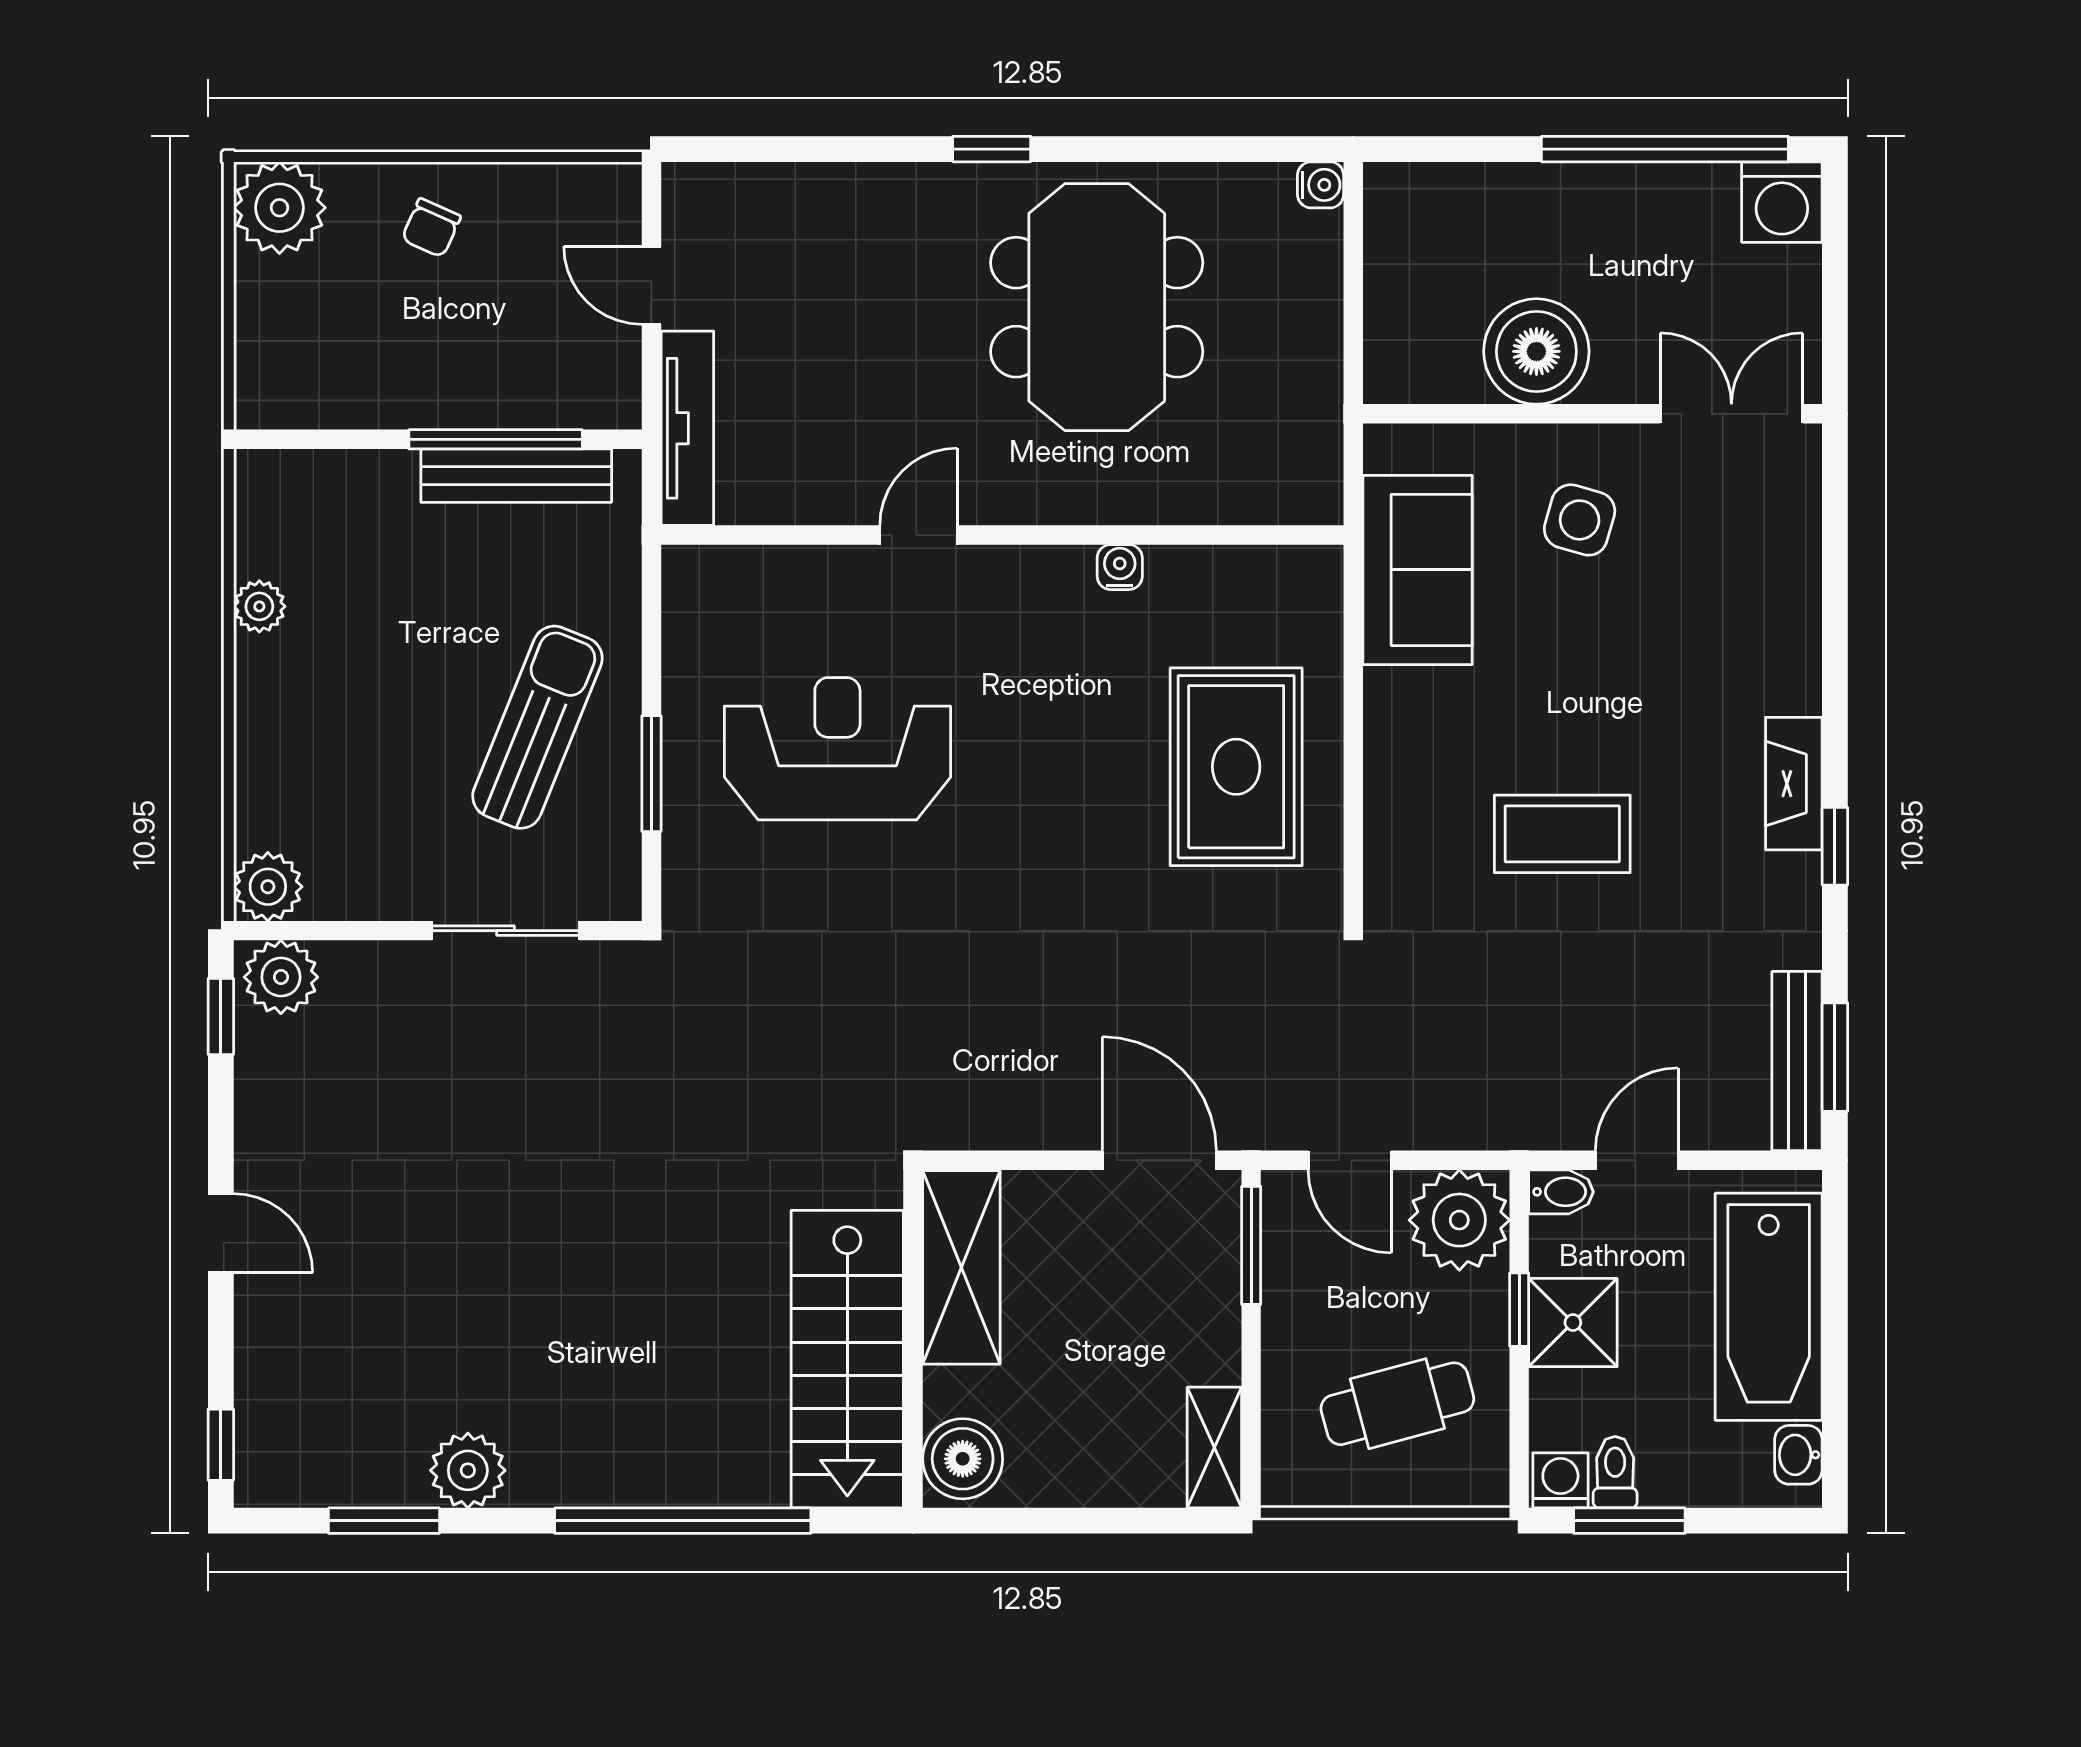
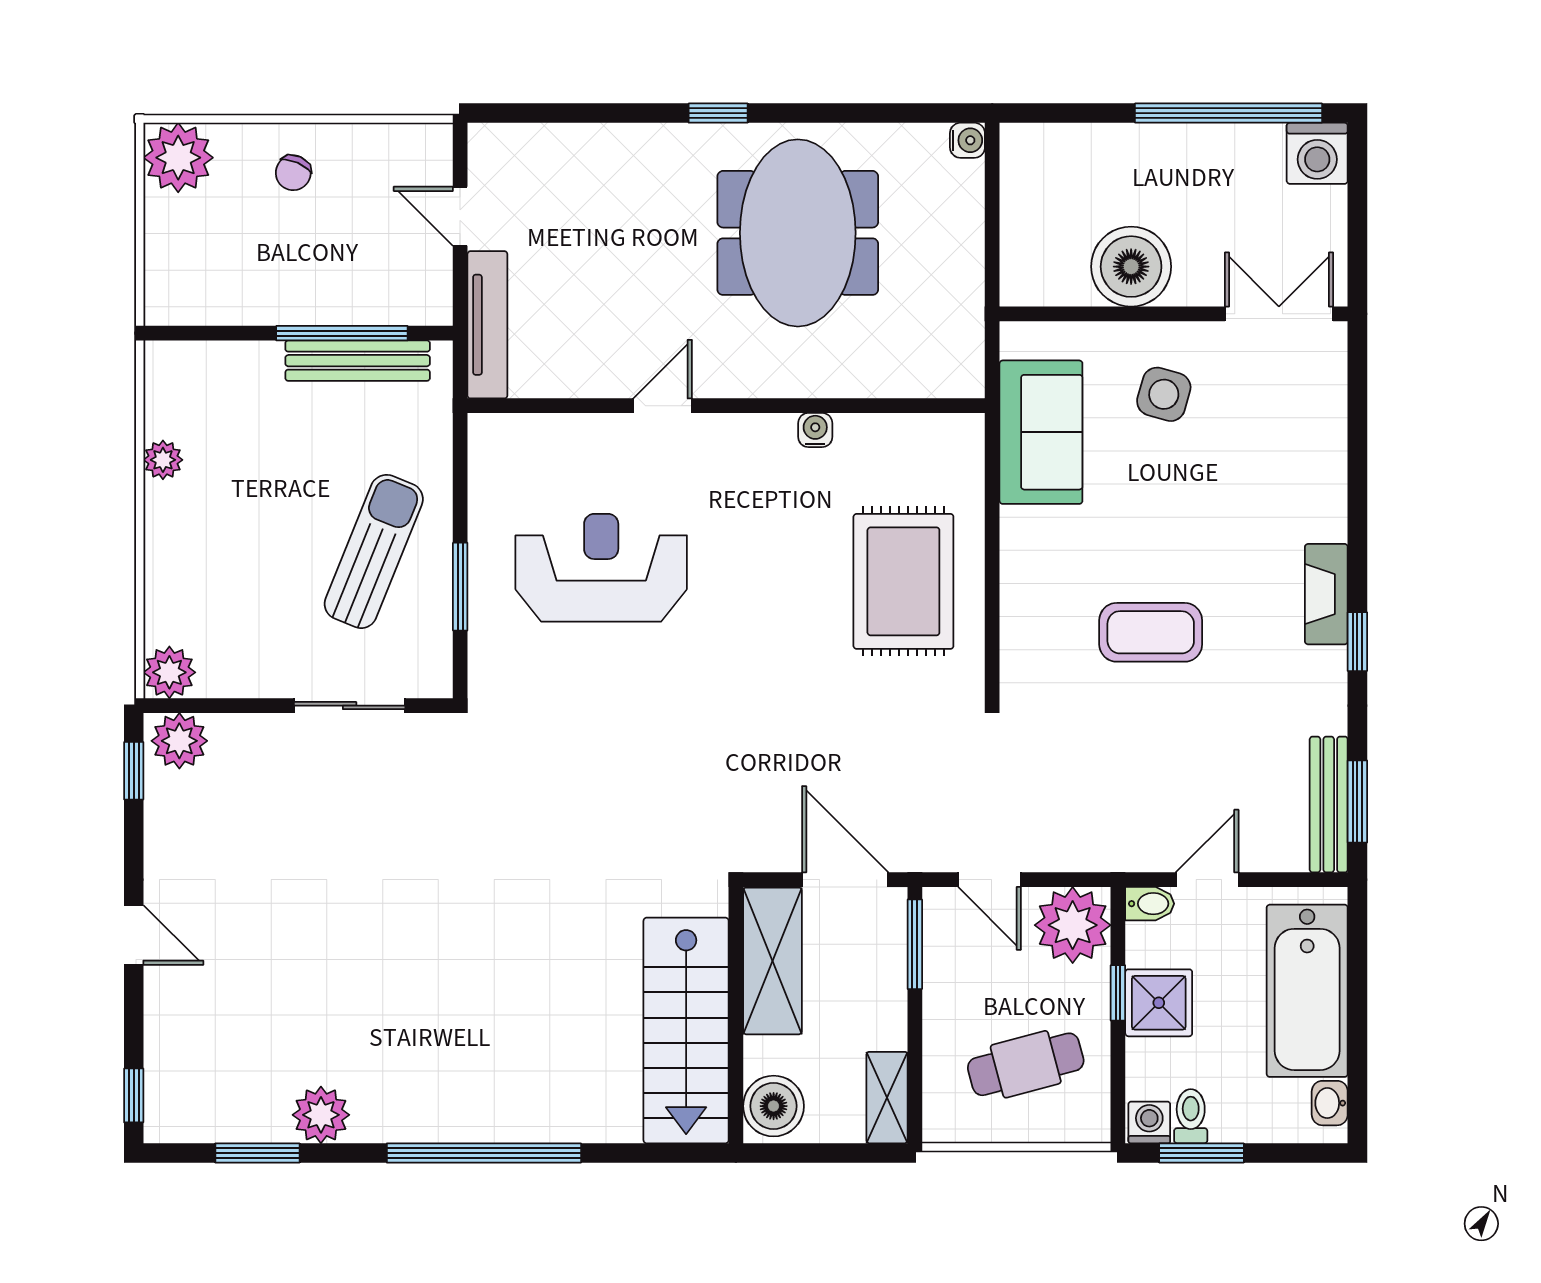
shelving: (961, 1267) -> (772, 961), moved
wall: (913, 1339) -> (736, 1015), moved
stairs: (847, 1359) -> (686, 1031), moved
boiler: (963, 1459) -> (774, 1106), moved

